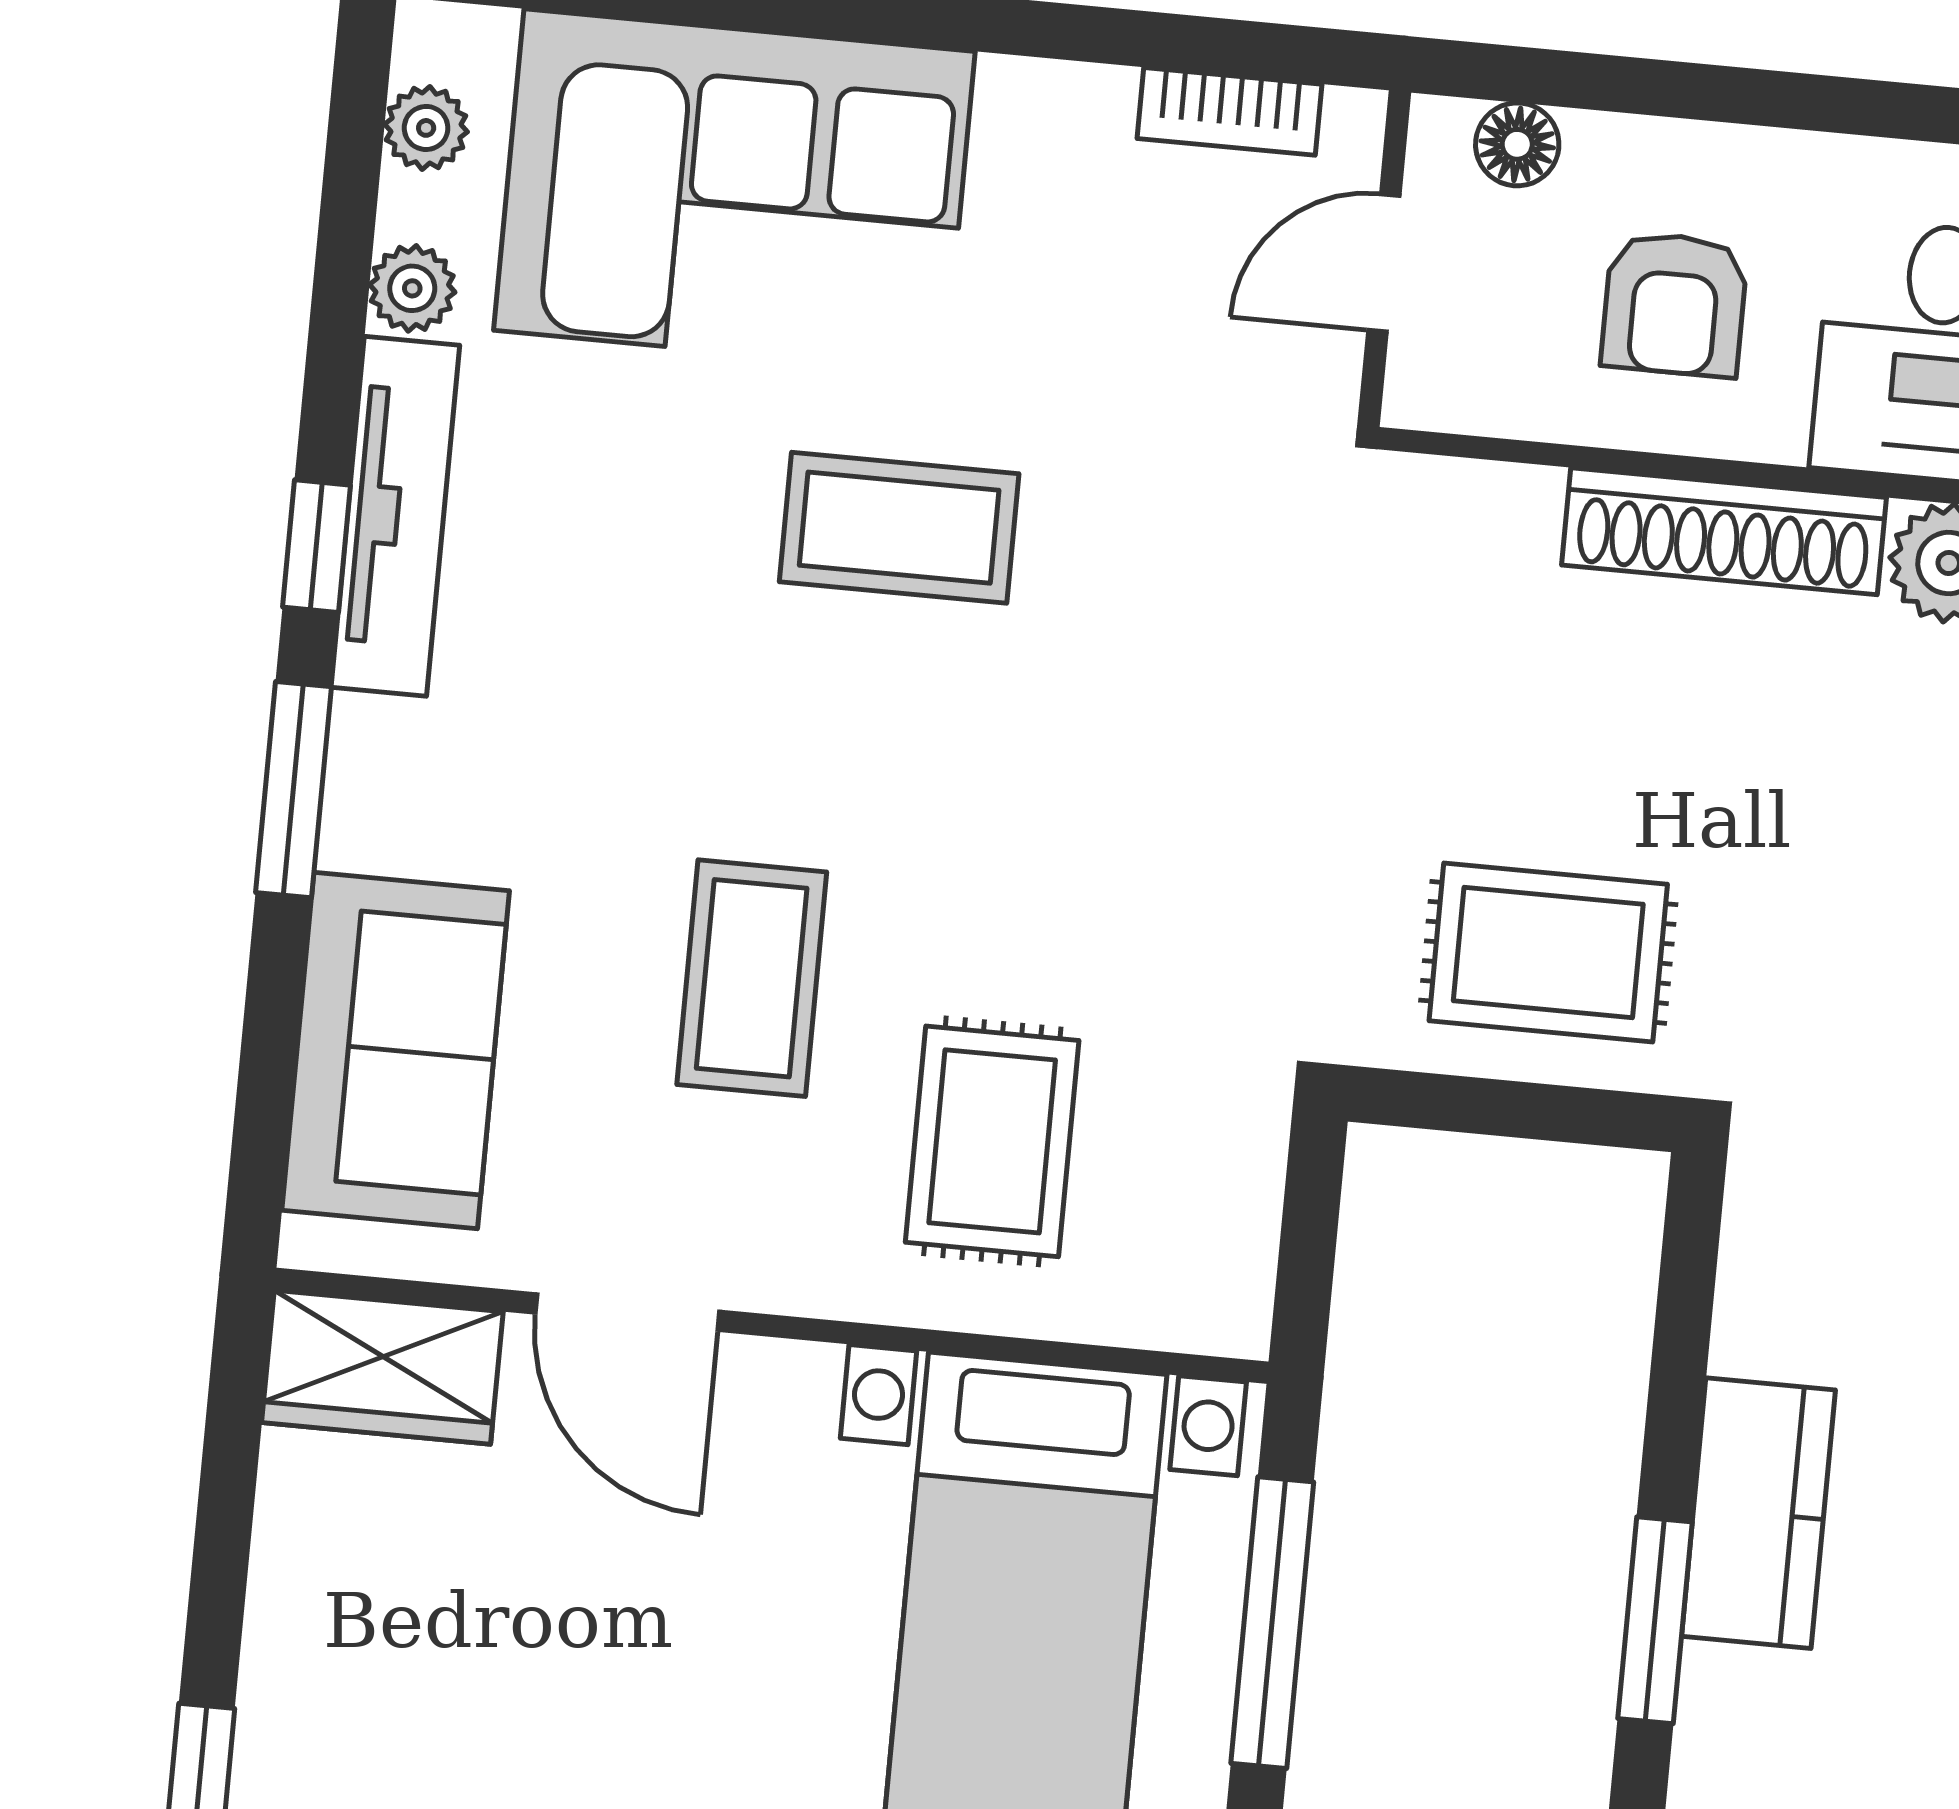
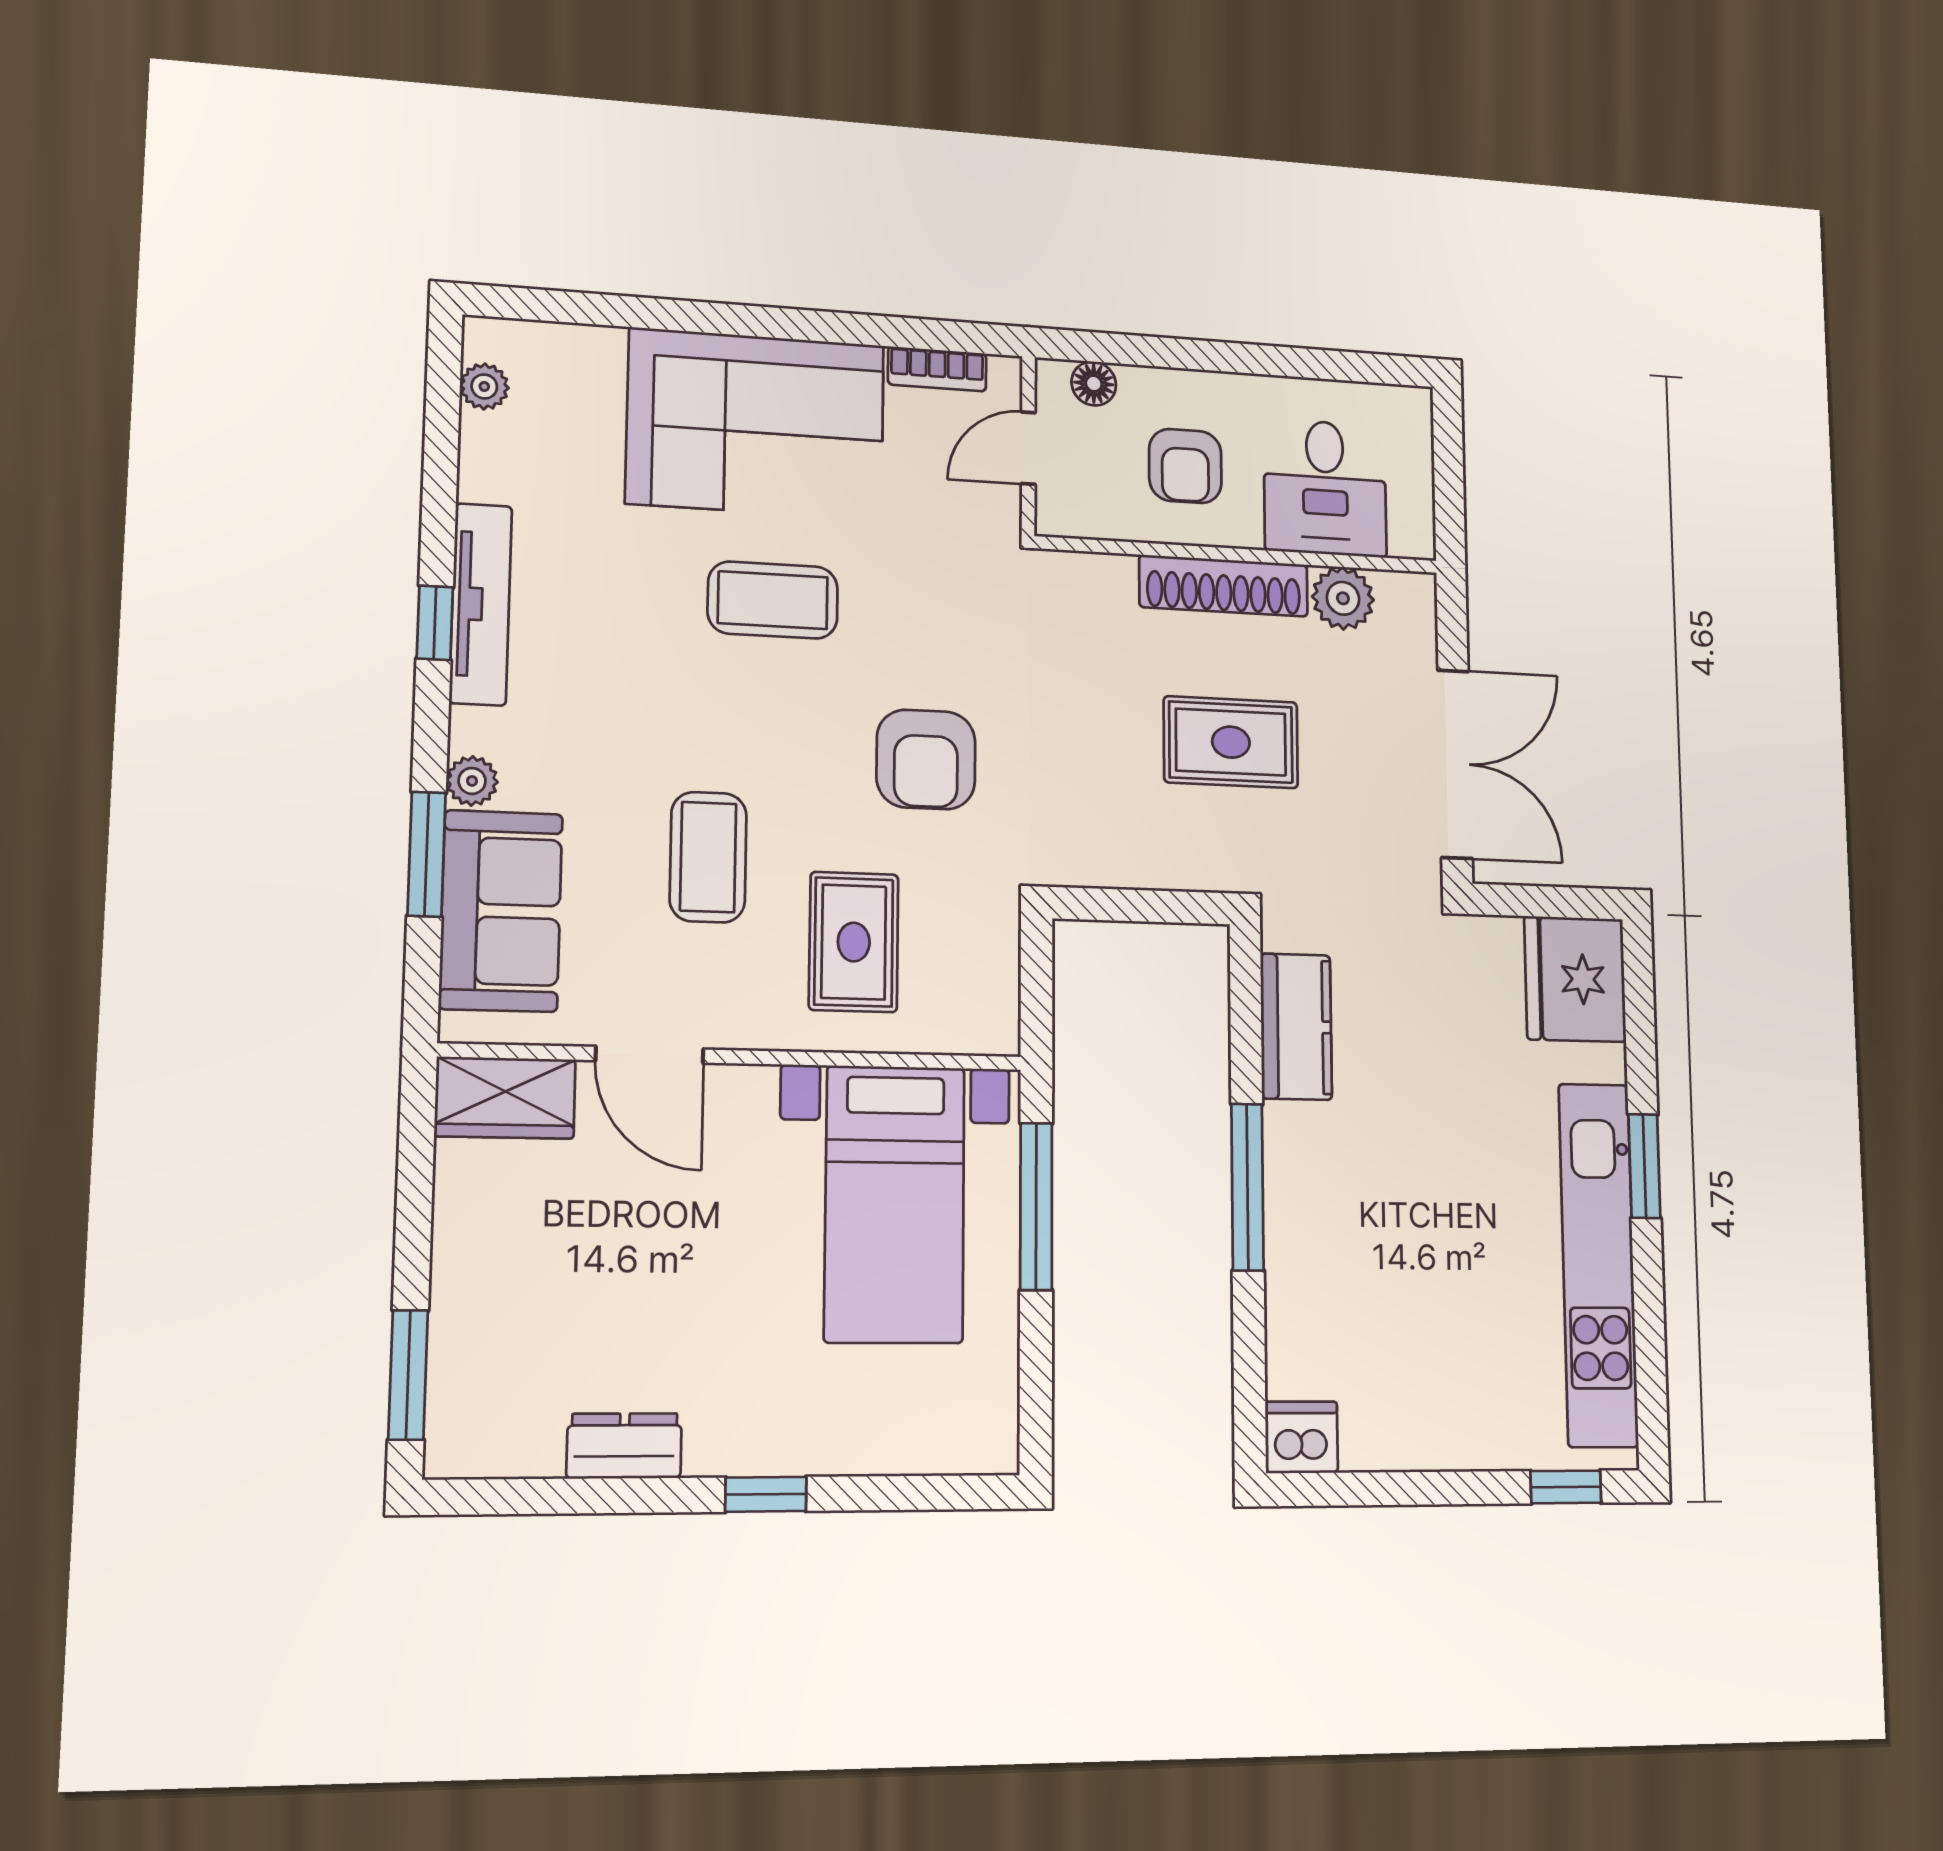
corner sofa: (734, 191) -> (756, 424), moved
plant: (412, 288) -> (472, 781), moved
window: (293, 790) -> (427, 854), moved
armchair: (1147, 826) -> (926, 759), added
rug: (1548, 953) -> (1231, 742), moved
kitchen counter: (1758, 1513) -> (1296, 1027), moved
window: (1655, 1620) -> (1248, 1187), width x1.44

